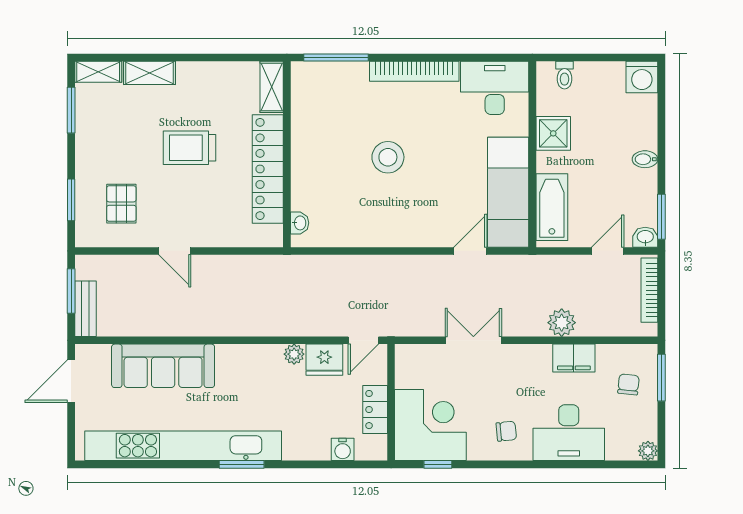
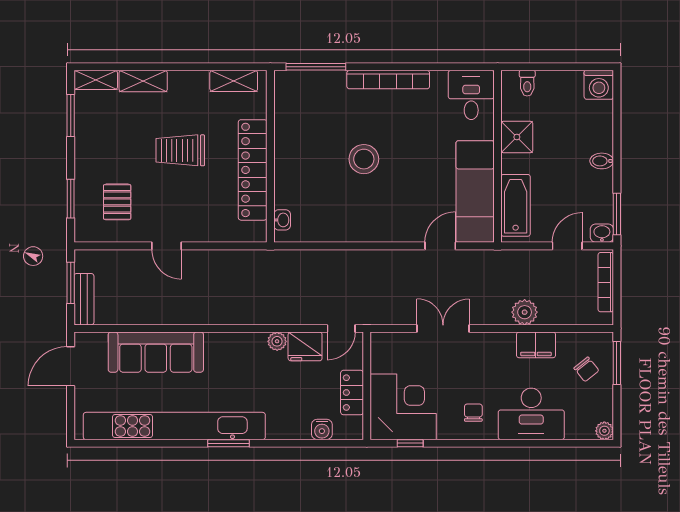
shelving: (272, 87) -> (234, 81), moved, turned 90
desk: (495, 88) -> (471, 95), width x0.73
chair: (628, 384) -> (586, 369), turned 135
chair: (506, 431) -> (473, 413), turned -84

